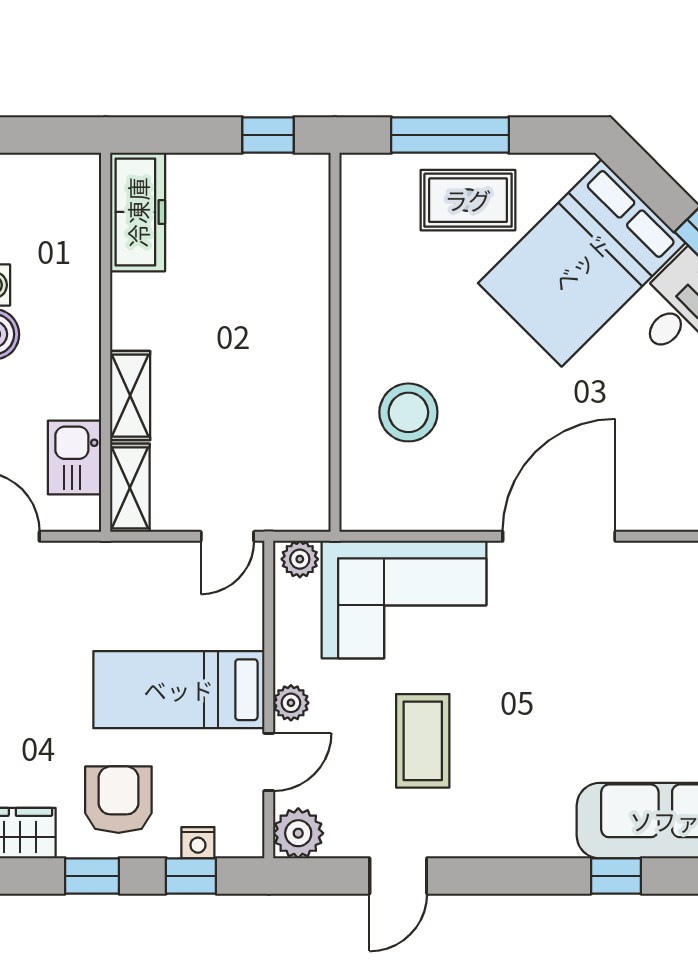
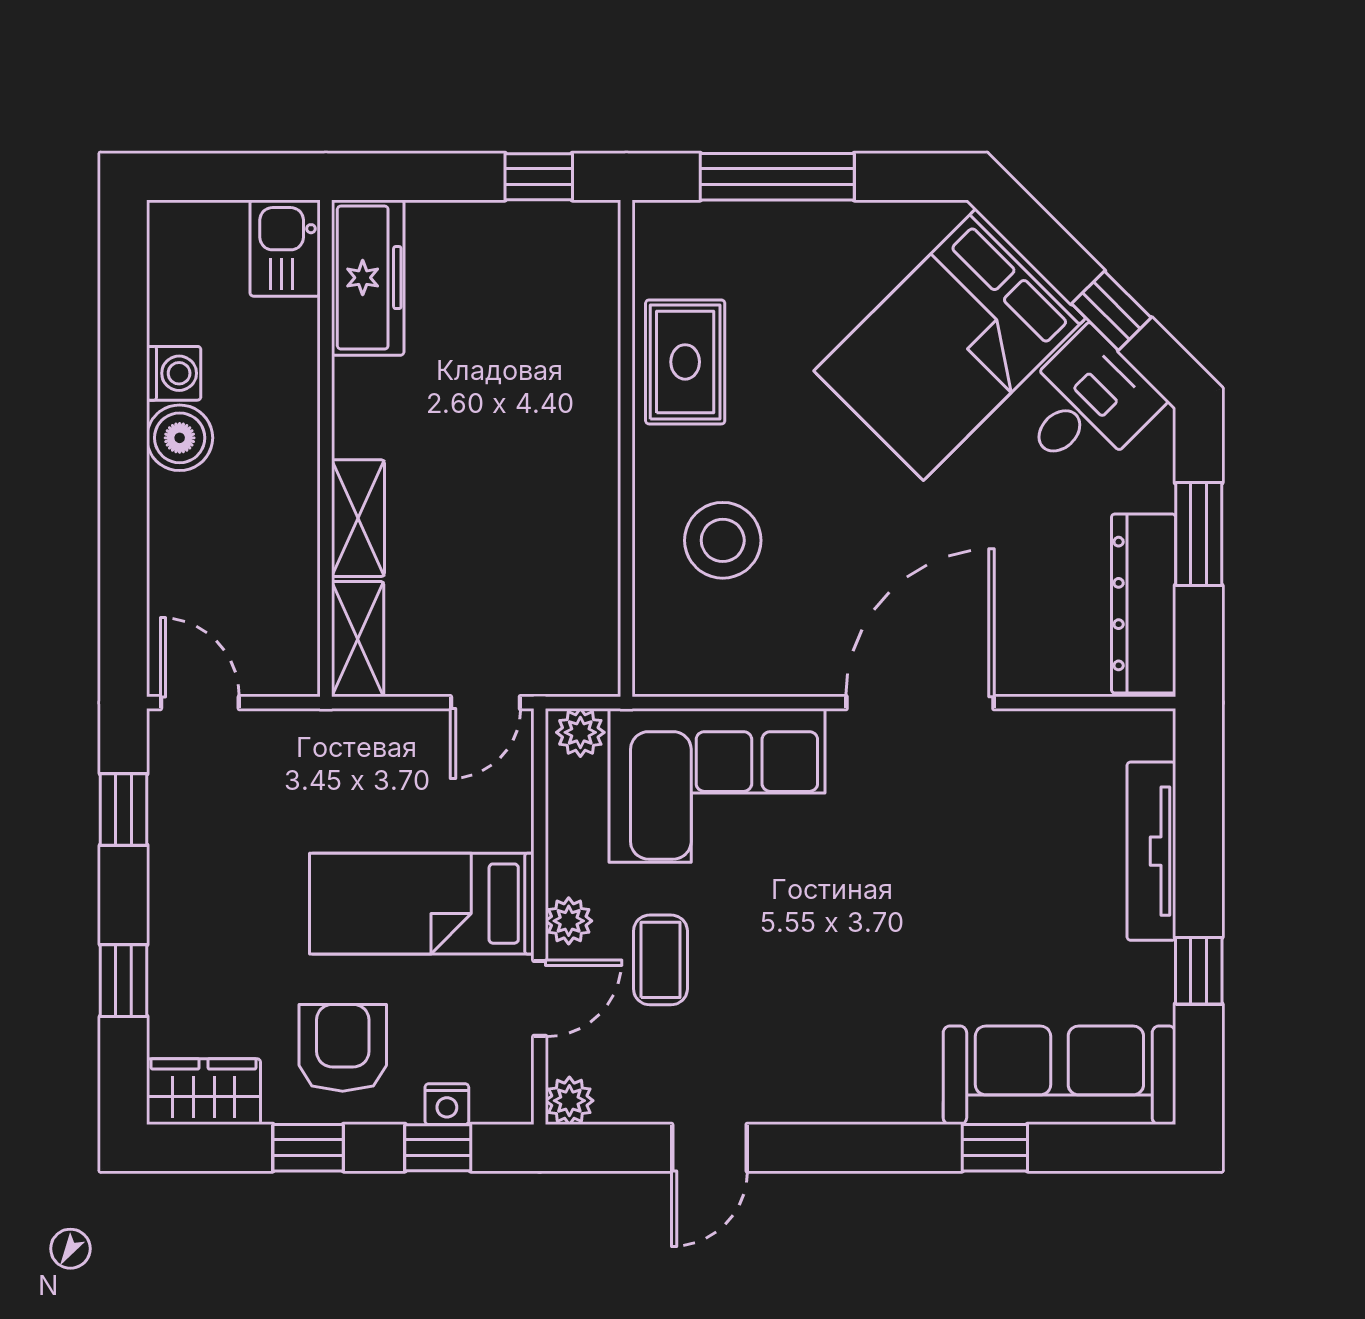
rug: (468, 200) -> (685, 362), moved, turned 90
kitchen sink: (74, 457) -> (285, 248), moved
coffee table: (423, 741) -> (660, 960), moved, width x0.73, depth x0.77
plant: (298, 833) -> (569, 1101), width x0.73, depth x0.73

